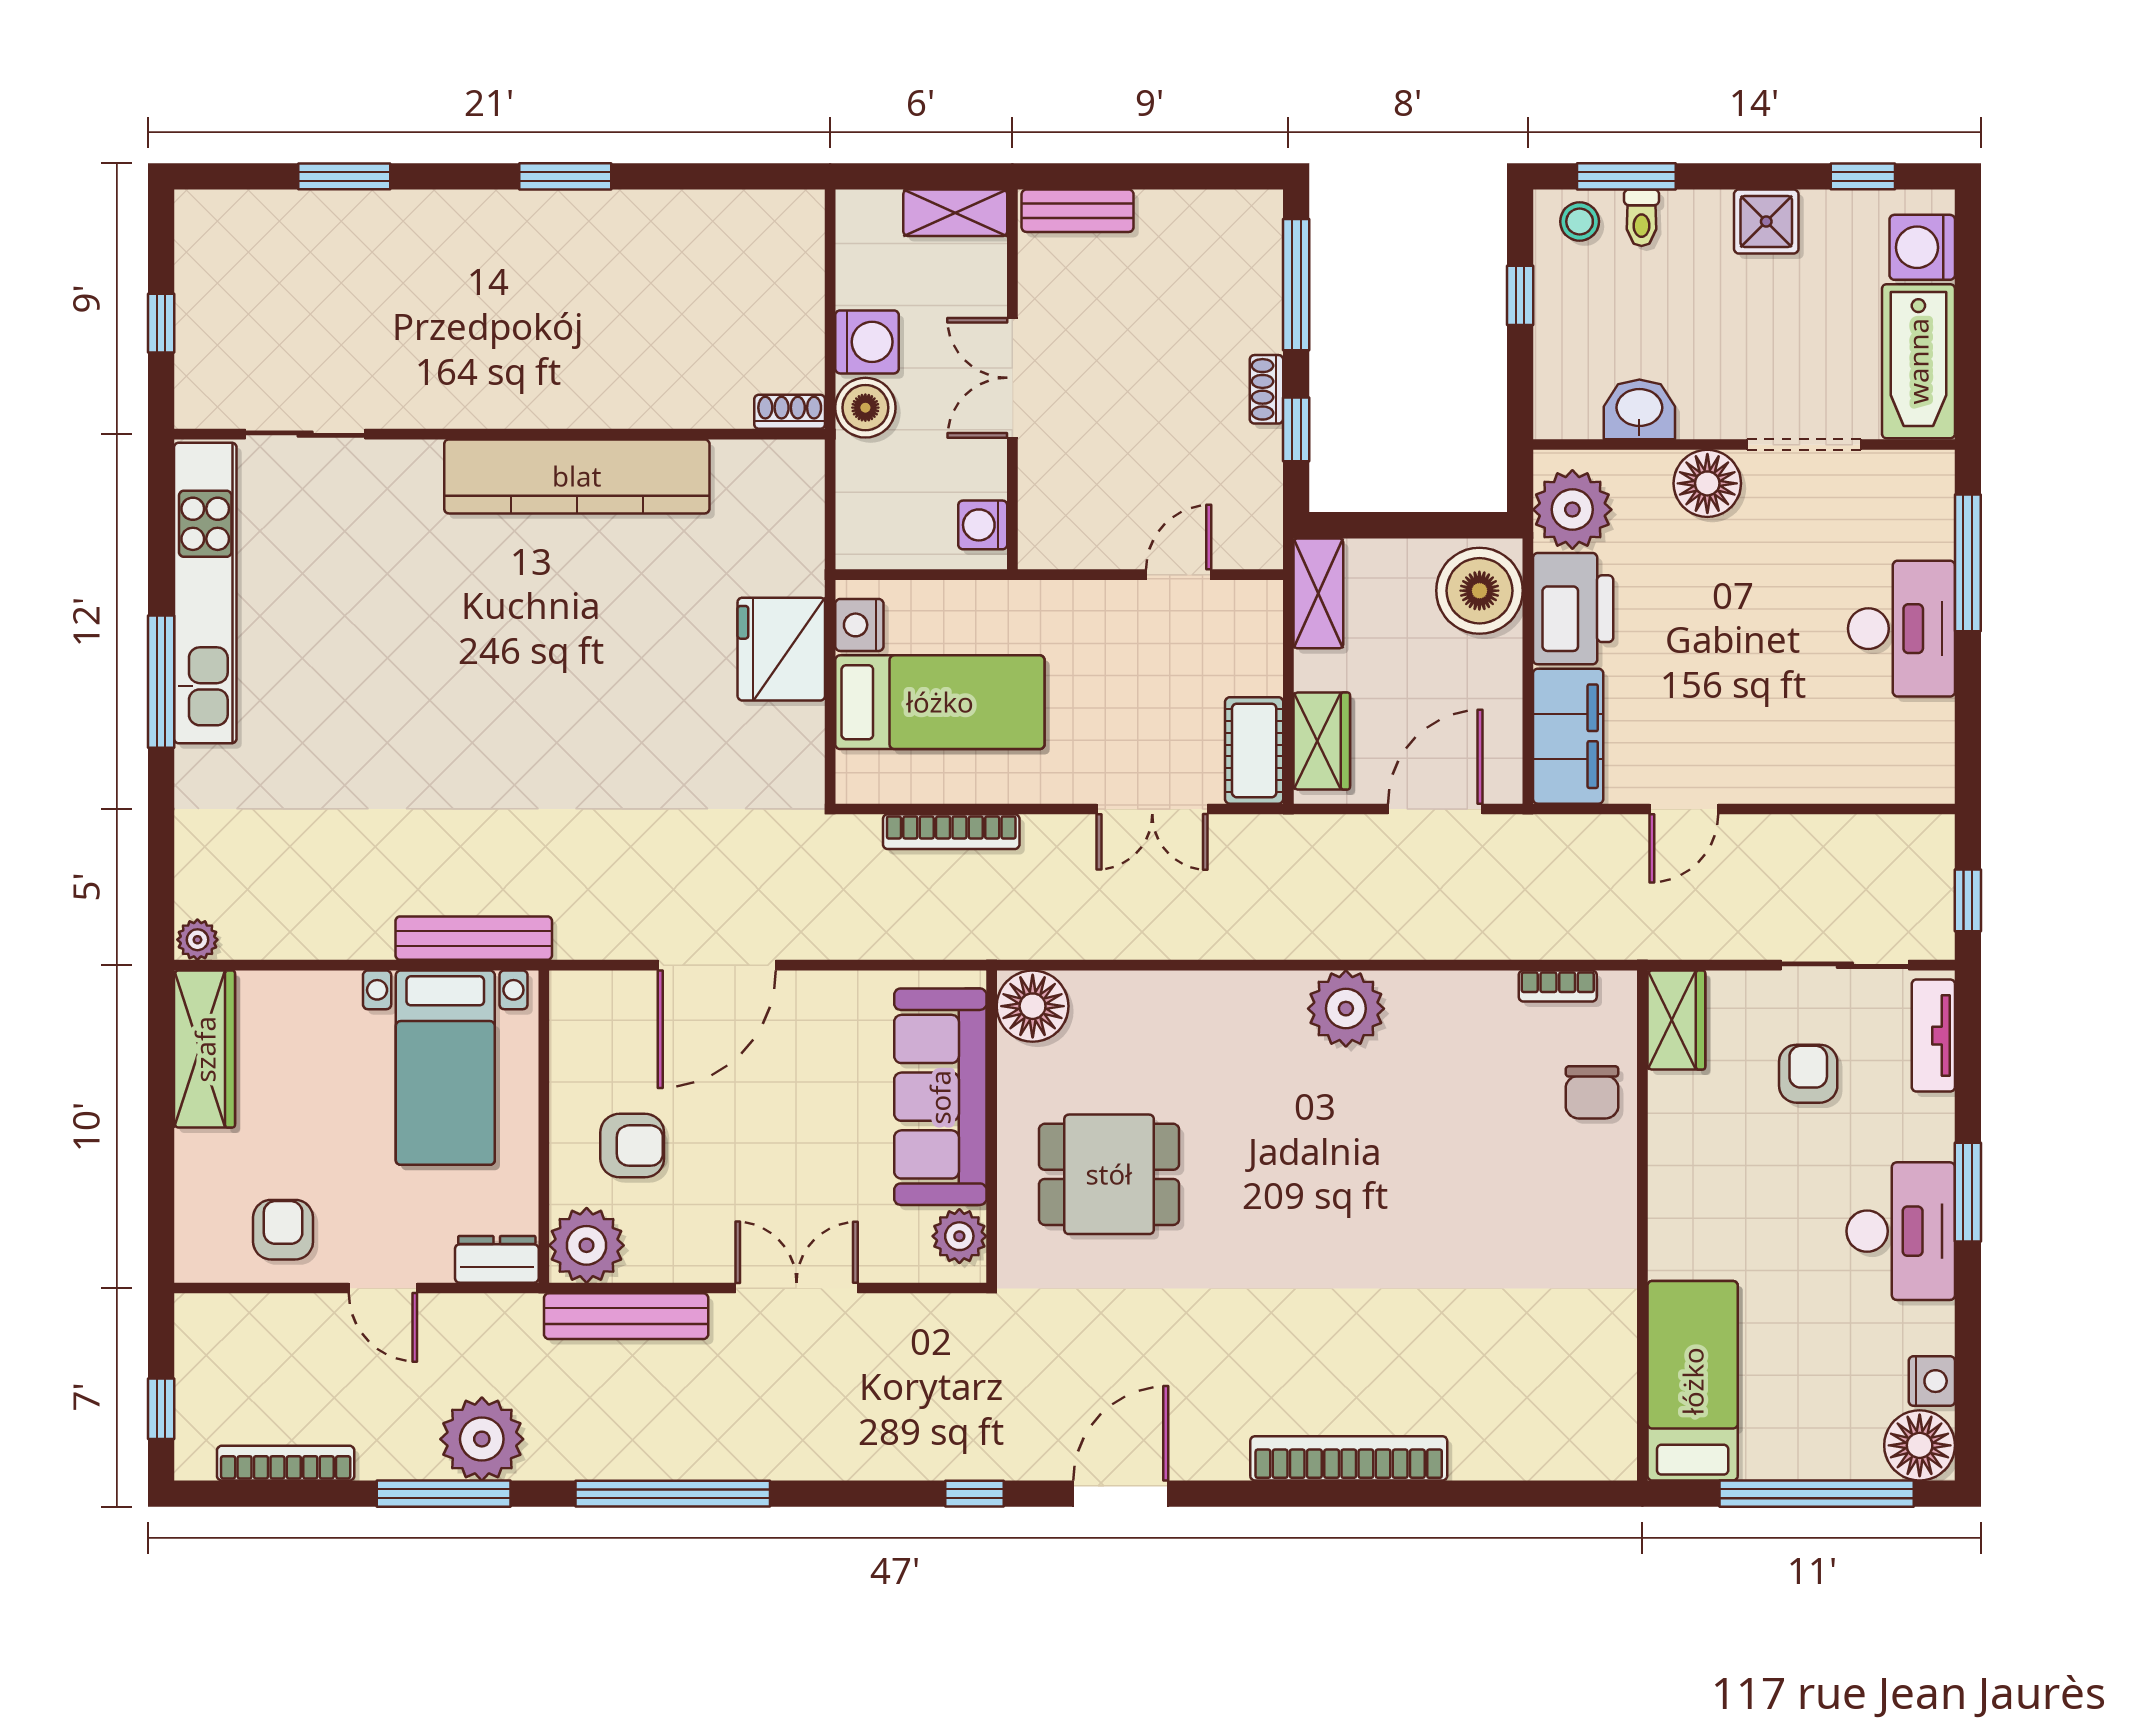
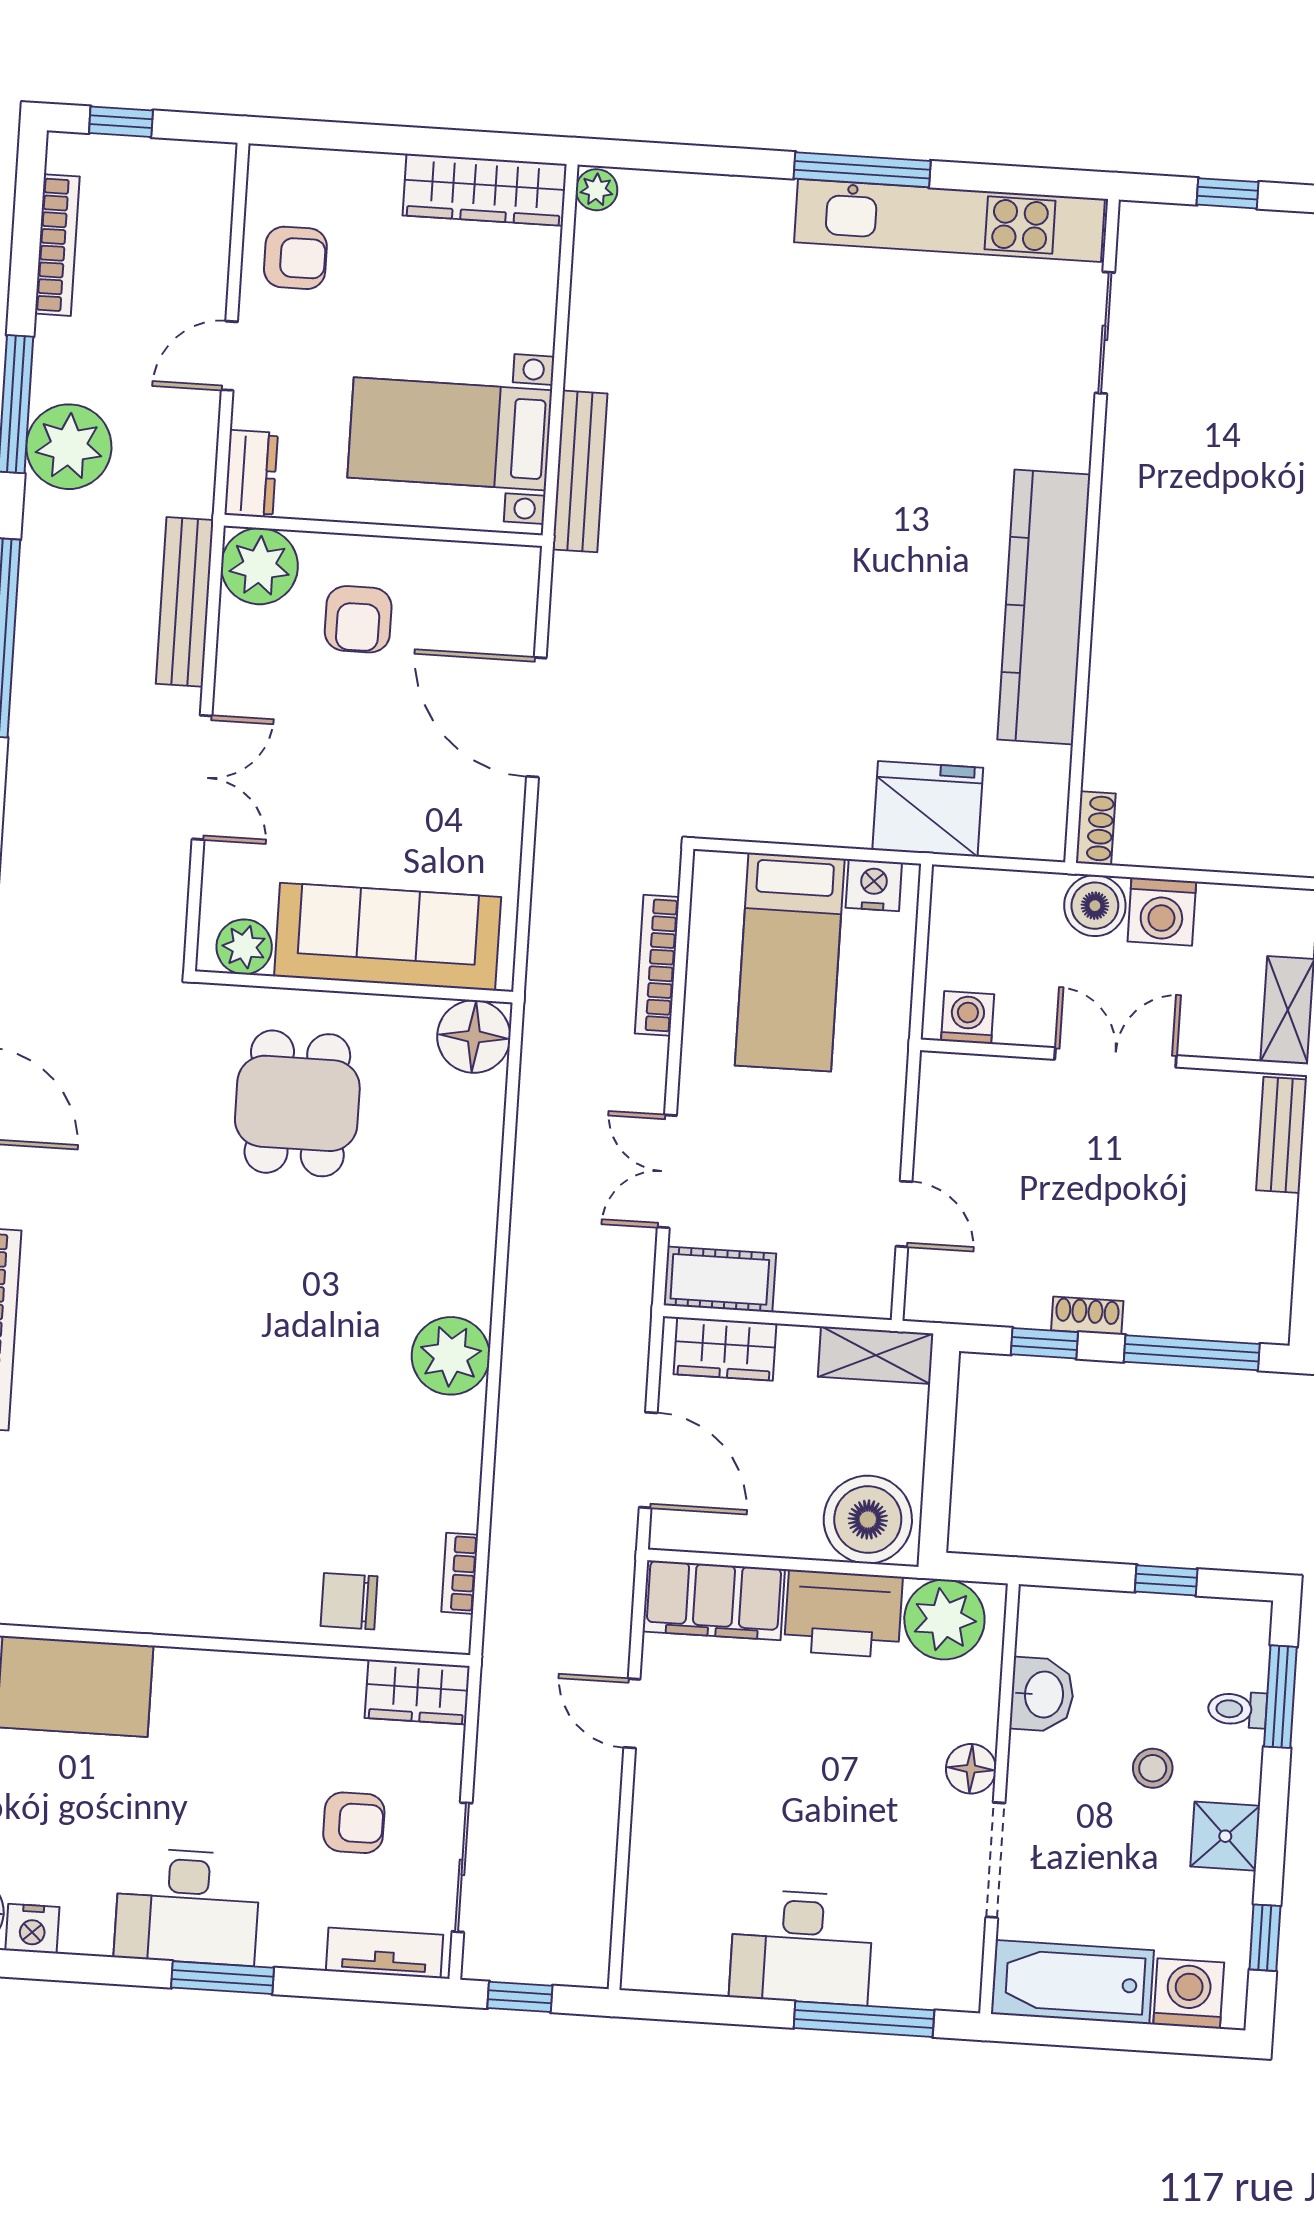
stool: (1580, 222) -> (1153, 1768), moved
floor lamp: (1707, 483) -> (971, 1769), width x0.73, depth x0.73
fridge: (781, 649) -> (928, 809), moved

